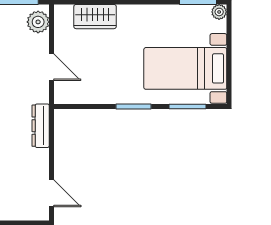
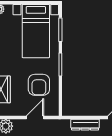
armchair: (102, 73) -> (39, 85), added
dresser: (41, 126) -> (85, 125), moved

